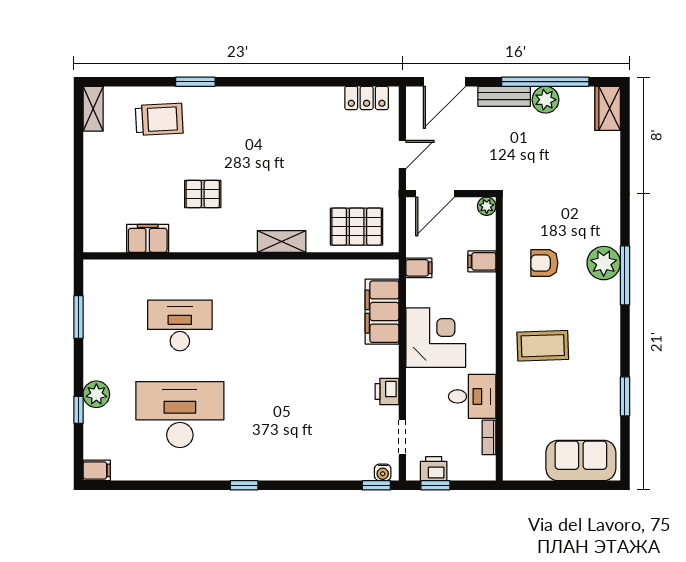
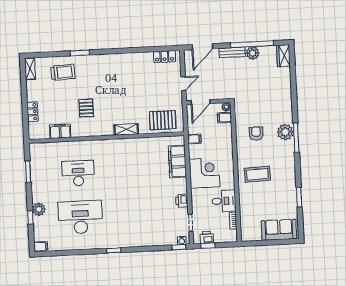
pallet: (203, 194) -> (86, 108), turned 90
locker: (94, 196) -> (32, 112), added
filing cabinet: (482, 261) -> (224, 118), moved
armchair: (544, 263) -> (256, 133), turned 90

